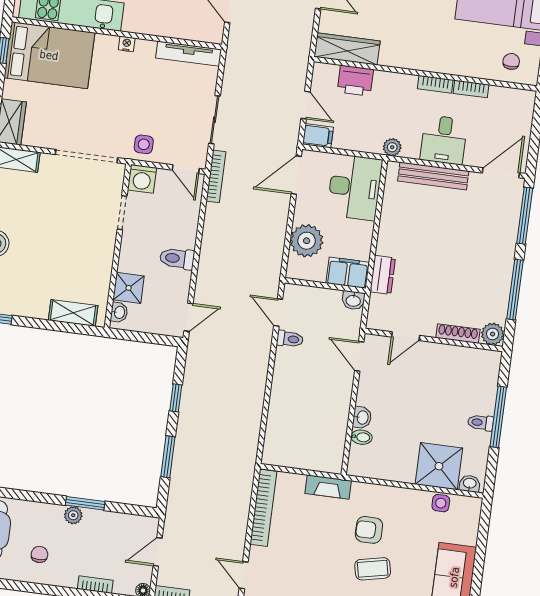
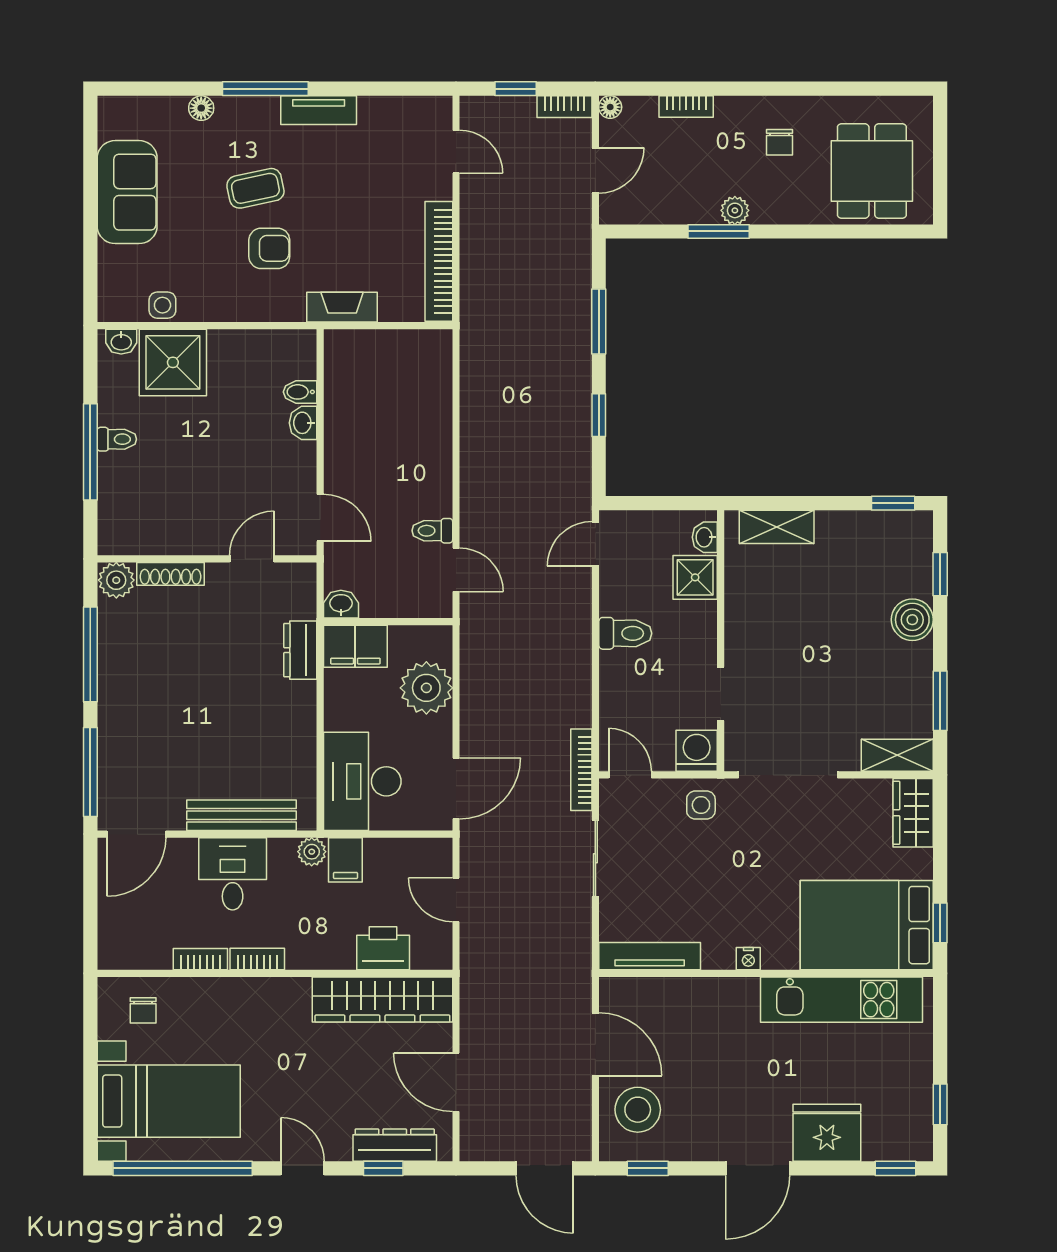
wardrobe: (347, 49) -> (382, 999), width x1.40, depth x1.17
filing cabinet: (318, 136) -> (345, 860), moved, turned -90

